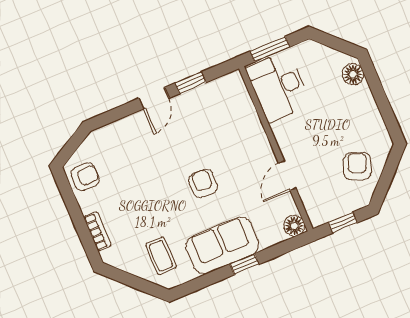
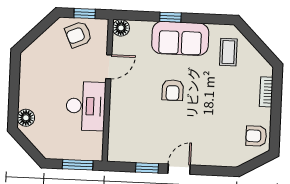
desk: (278, 87) -> (86, 106), moved
armchair: (357, 166) -> (78, 34), moved, turned 44

